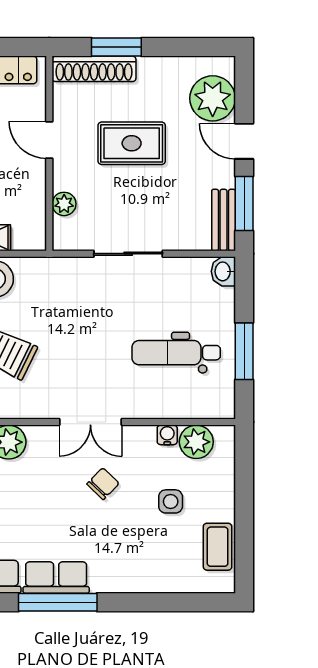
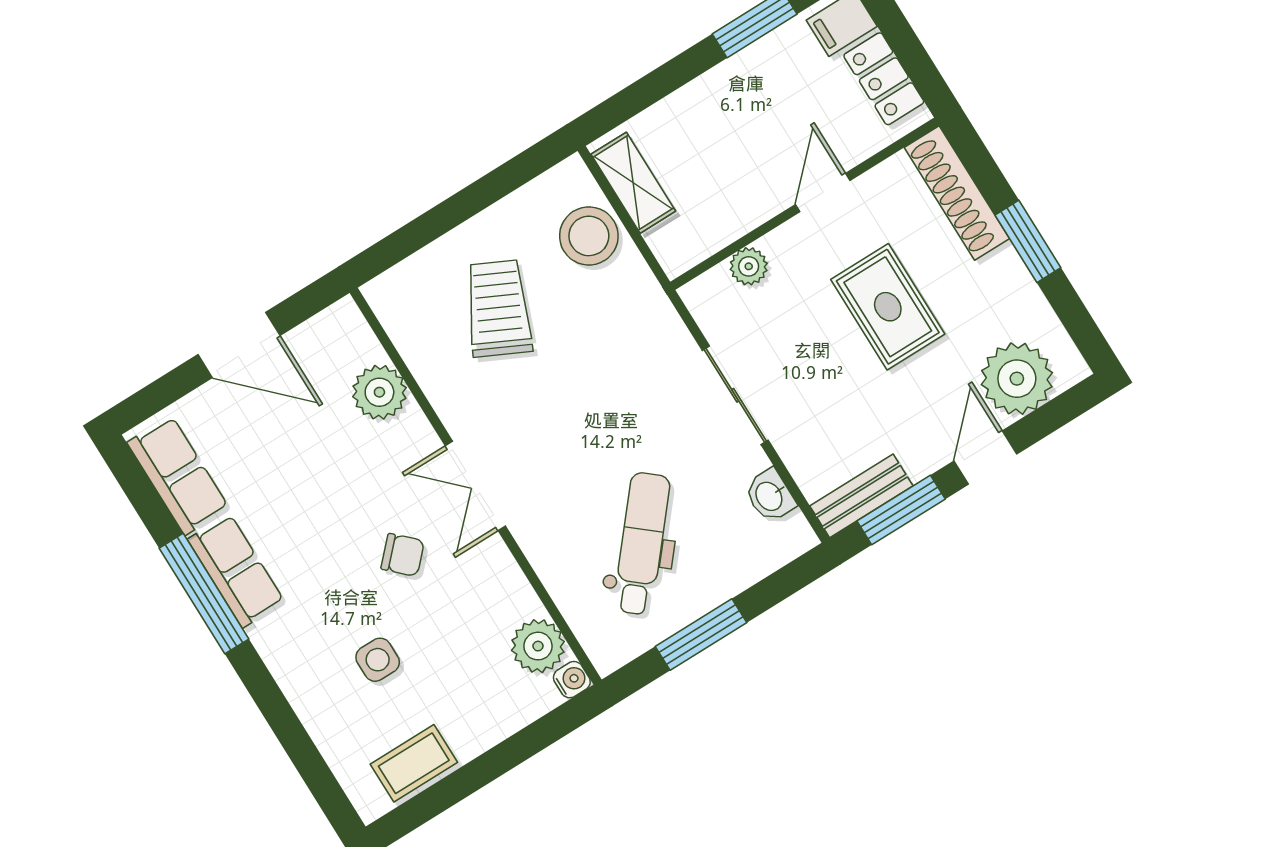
window: (116, 47) -> (1028, 241), moved
washbasin: (223, 271) -> (770, 496), moved, turned -90
dental chair: (176, 353) -> (642, 544), turned 40
water cooler: (167, 435) -> (572, 680), moved
side table: (171, 501) -> (378, 660), moved

